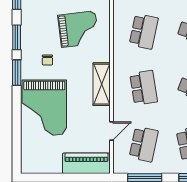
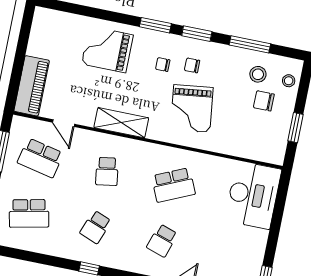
school desk: (144, 31) -> (173, 185), turned -36
chair: (43, 36) -> (192, 65), added
school desk: (144, 88) -> (107, 171), width x0.54
grand piano: (44, 108) -> (107, 49), width x0.73, depth x0.68

